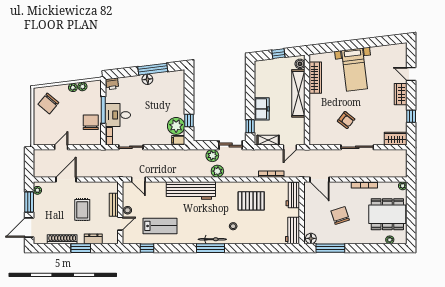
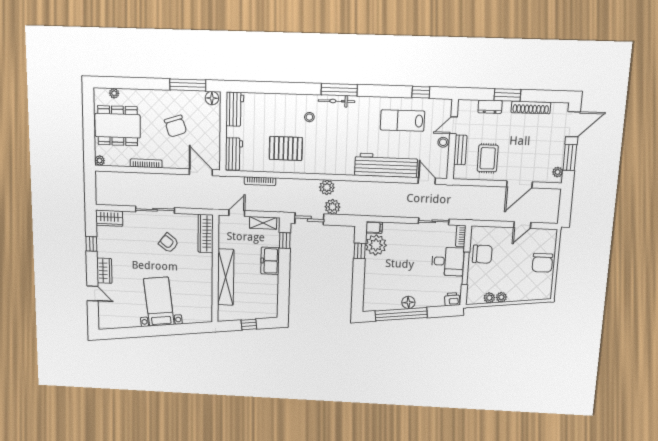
boiler: (300, 64) -> (223, 312), removed
window: (153, 69) -> (401, 314), width x1.46
wardrobe: (315, 78) -> (206, 234), moved
chair: (48, 103) -> (542, 263), moved, turned 140
chair: (91, 122) -> (482, 254), turned -90
workbench: (191, 190) -> (386, 165), moved
rug: (82, 210) -> (488, 158), moved

